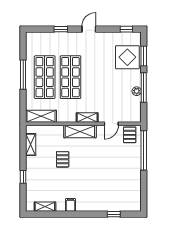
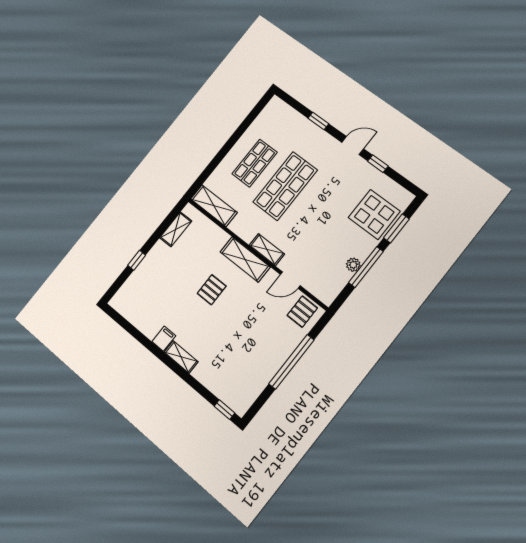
window: (126, 29) -> (378, 164), moved
window: (23, 75) -> (232, 141), removed
shop shelf: (45, 77) -> (255, 163), width x0.70, depth x0.74
window: (144, 150) -> (291, 362), moved
pallet: (63, 159) -> (212, 290), moved
shelving: (45, 207) -> (181, 357), moved
window: (114, 214) -> (225, 410), moved

